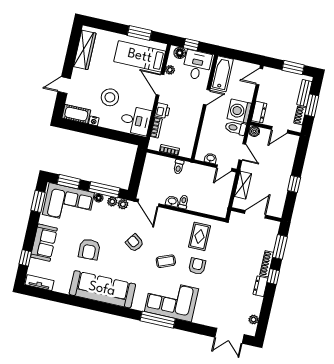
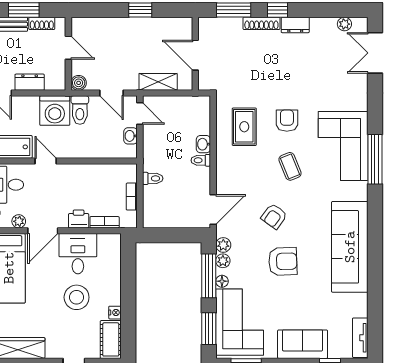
dresser: (259, 112) -> (30, 82), moved
desk: (136, 121) -> (78, 254), moved
door: (242, 152) -> (112, 93), swing flipped
washbasin: (172, 201) -> (203, 144), moved
rug: (199, 236) -> (244, 127), turned 90
armchair: (89, 249) -> (283, 261), moved
armchair: (197, 266) -> (287, 121), turned 90
double door: (229, 336) -> (375, 53), swing flipped

